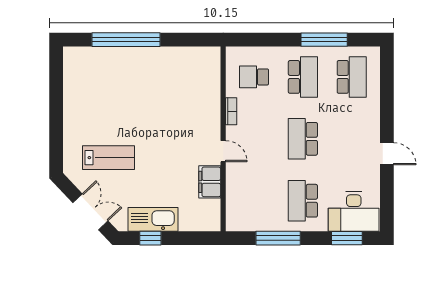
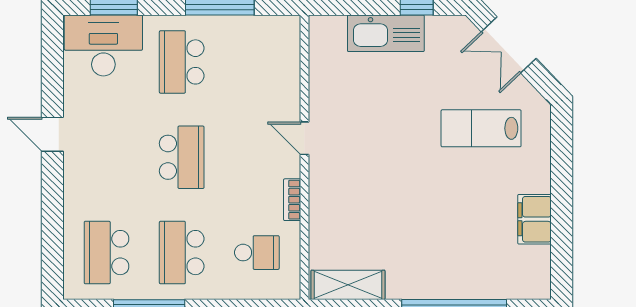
shelving: (195, 56) -> (348, 285), added
filing cabinet: (210, 182) -> (535, 219), moved, turned 180
school desk: (303, 201) -> (182, 62), turned 180
kitchen sink: (153, 219) -> (386, 33), moved

